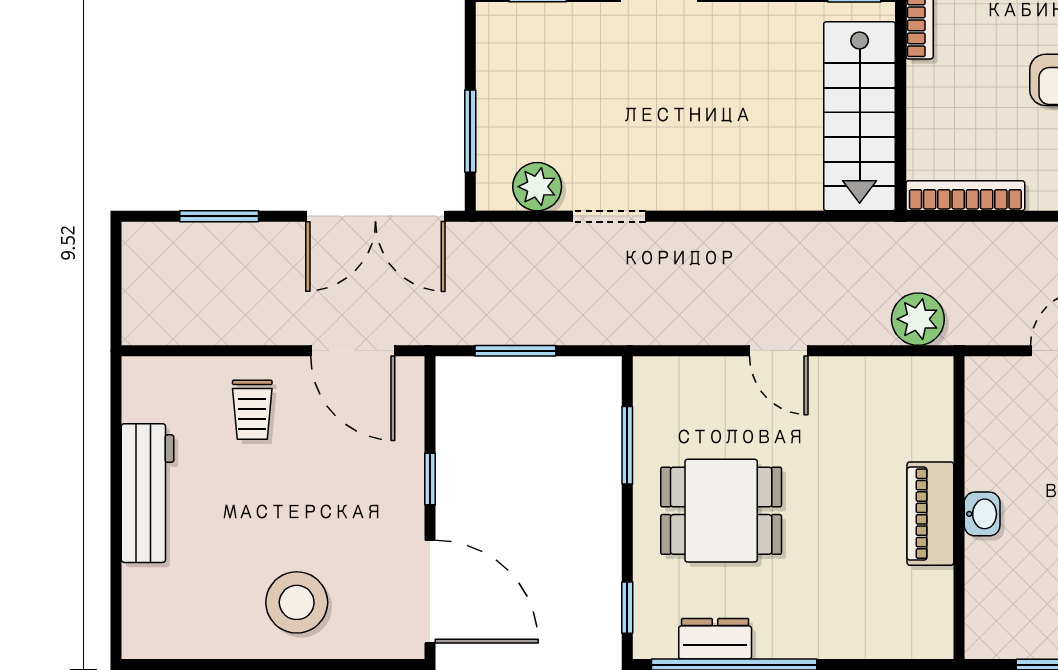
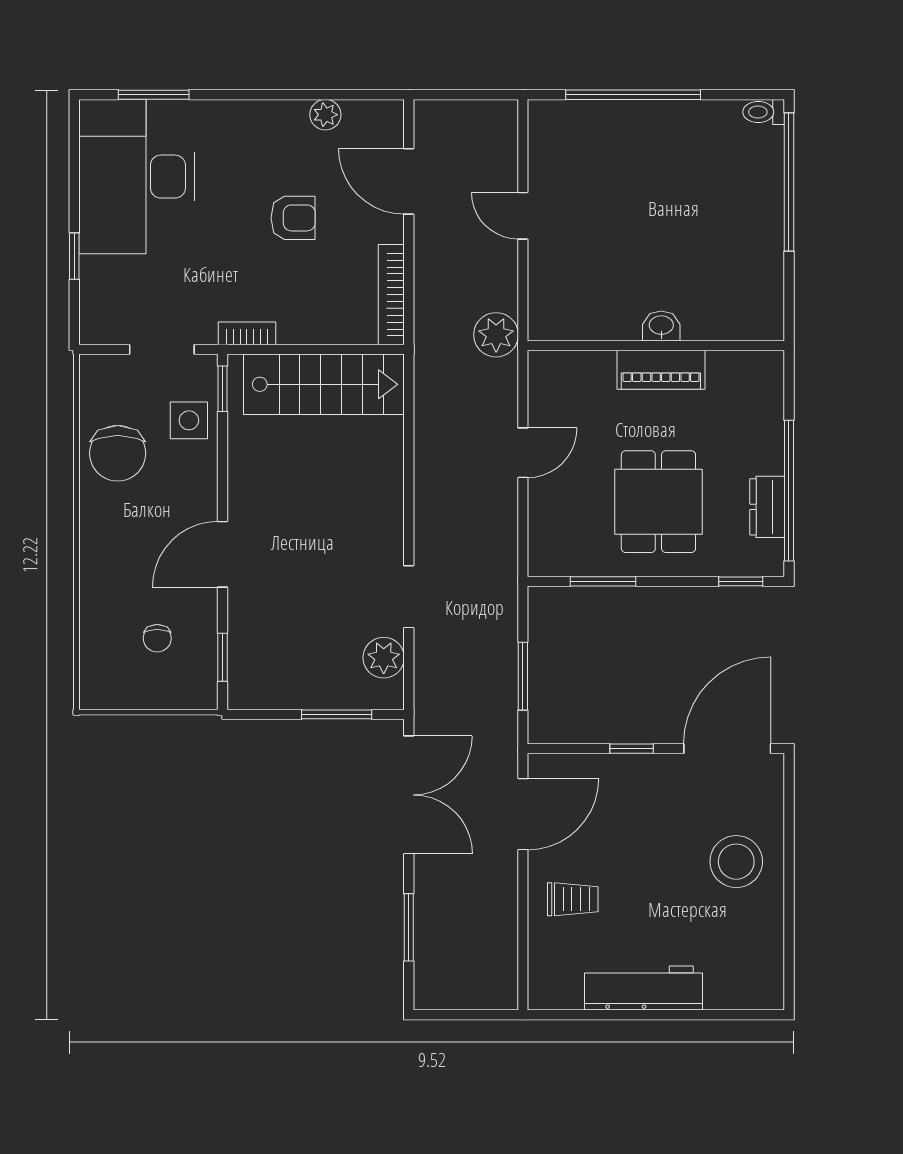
wall: (959, 508) -> (656, 346), moved
piano: (930, 514) -> (661, 370), moved
washbasin: (982, 514) -> (661, 326), moved

